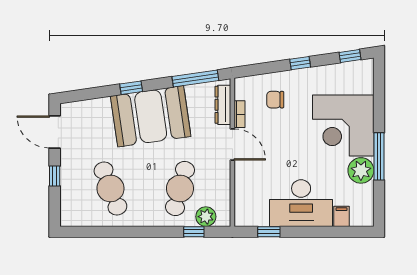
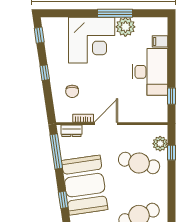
dresser: (223, 105) -> (71, 131), width x0.70

